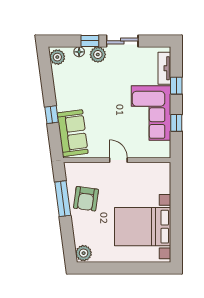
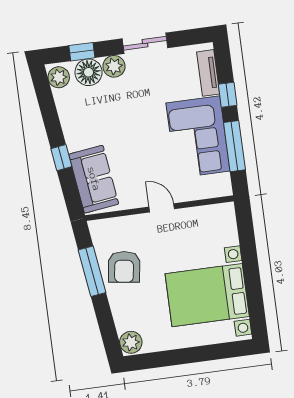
window: (90, 41) -> (82, 52), moved
floor lamp: (79, 52) -> (89, 72), width x1.89, depth x1.89
window: (176, 123) -> (234, 146), width x2.17

